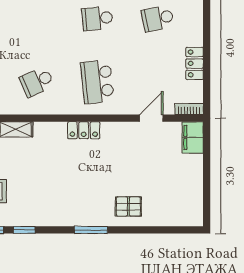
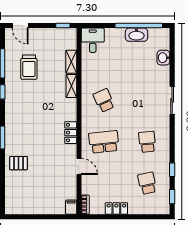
door: (151, 118) -> (79, 166), moved
filing cabinet: (193, 137) -> (71, 207), width x0.50
pallet: (128, 206) -> (18, 163), turned 90

